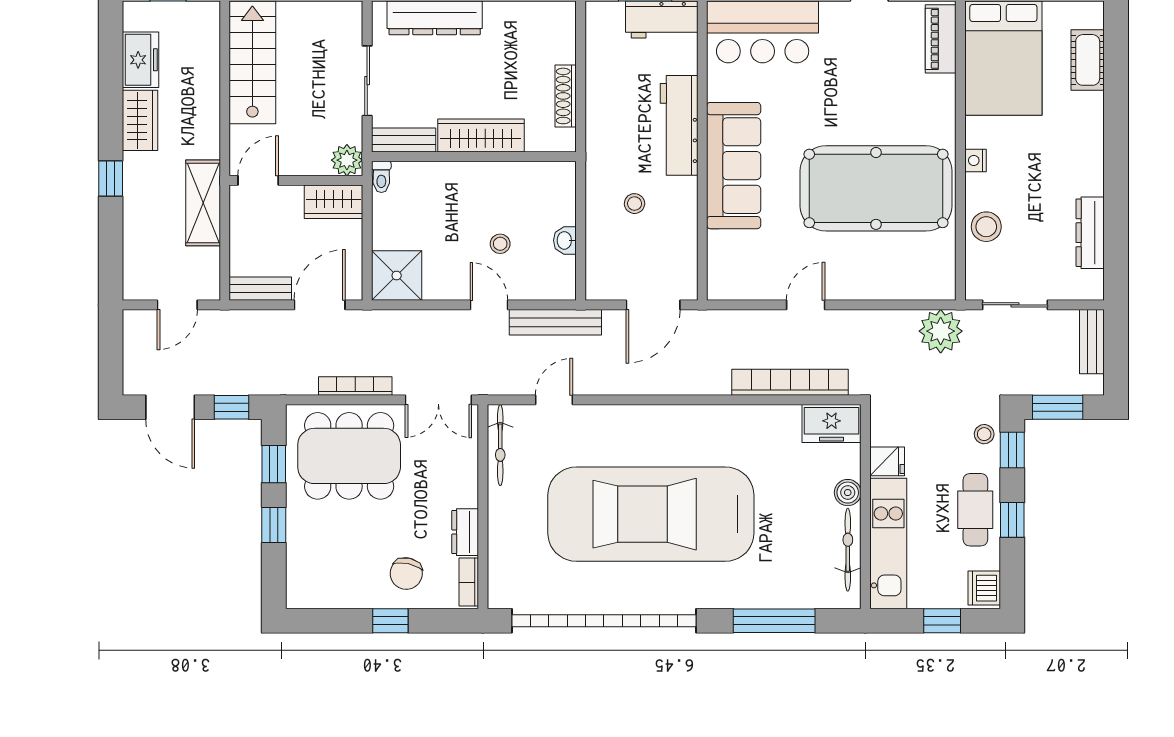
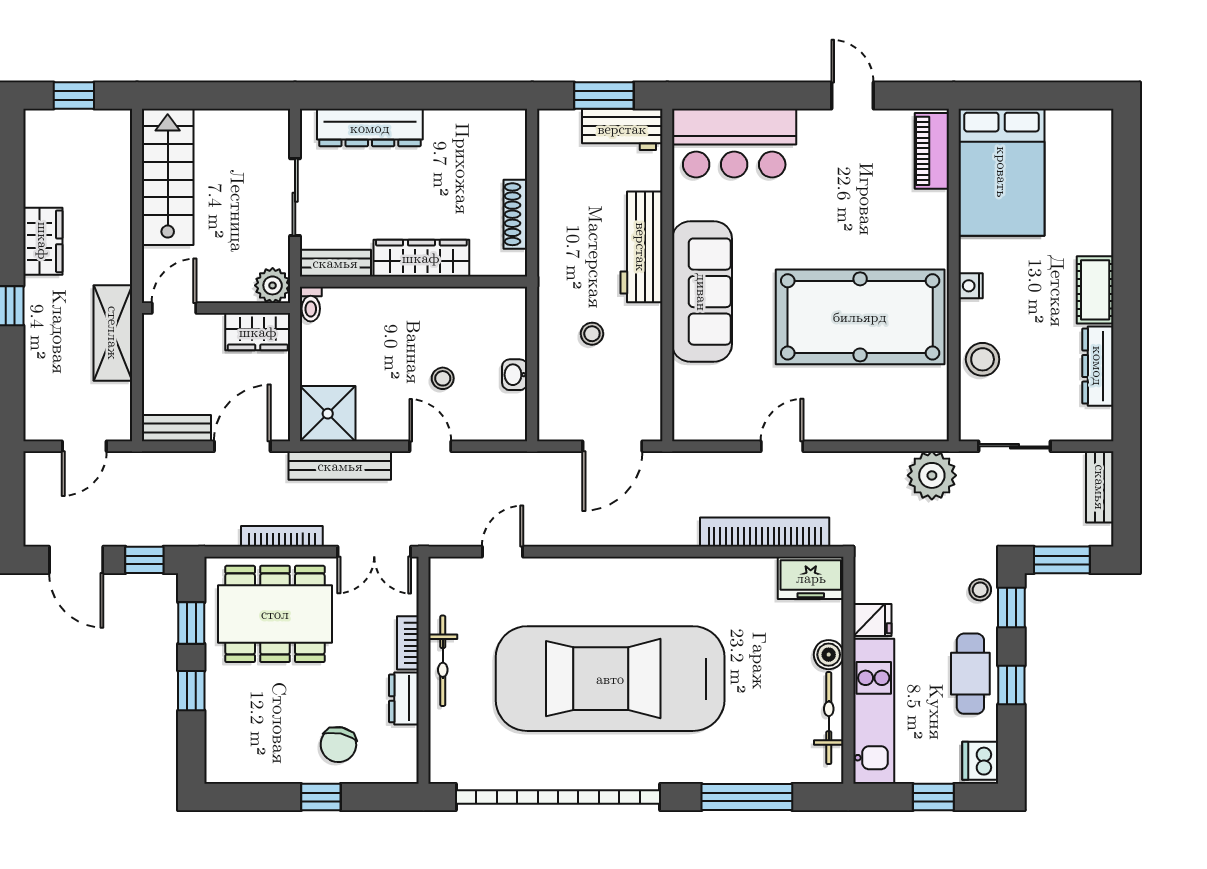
freezer: (141, 60) -> (43, 174), removed
cot: (1088, 60) -> (1095, 290), moved
bench: (555, 322) -> (340, 466), moved
bicycle: (500, 445) -> (443, 661), moved
bookcase: (469, 582) -> (408, 643), moved

